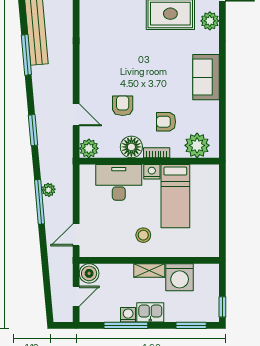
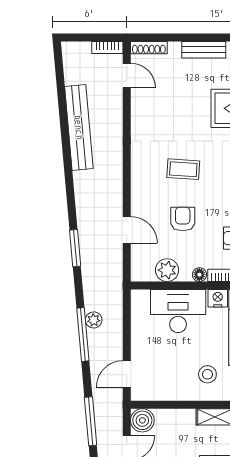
window: (26, 55) -> (91, 421), moved
coffee table: (123, 64) -> (183, 169), added
floor lamp: (131, 147) -> (199, 275), width x0.53, depth x0.53
plant: (89, 148) -> (167, 270), moved

